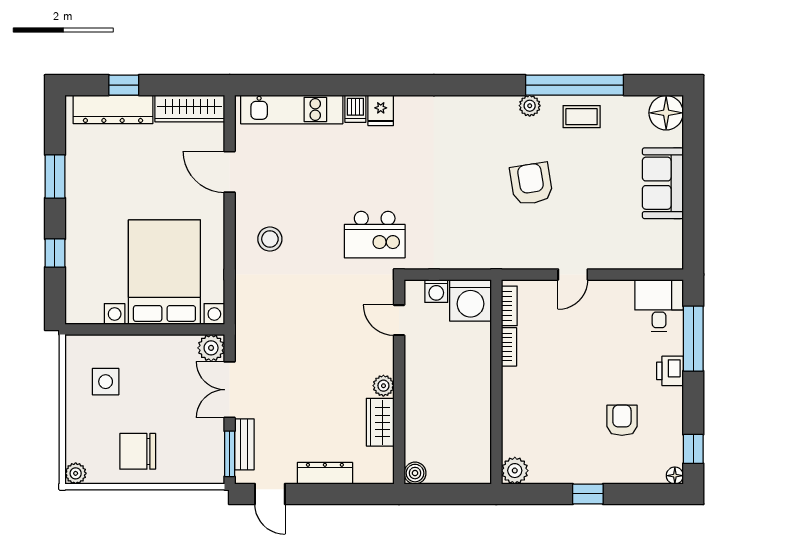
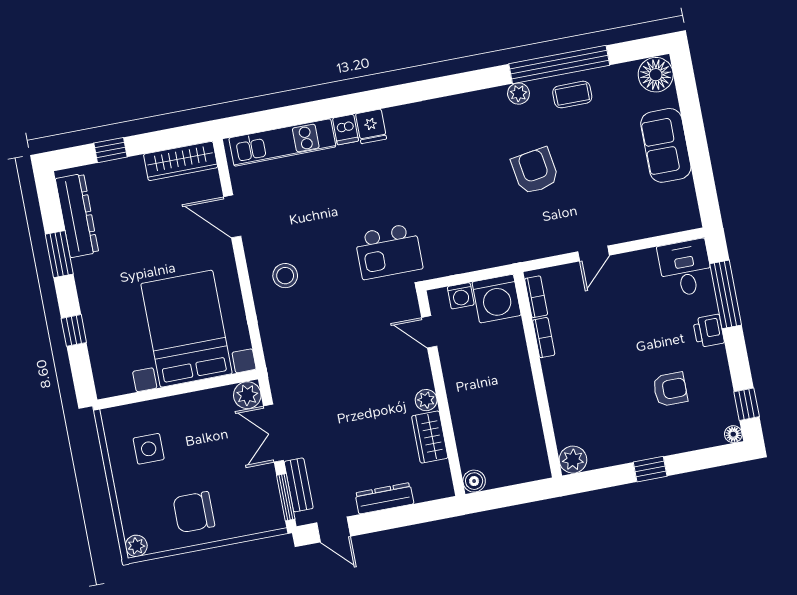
dresser: (113, 109) -> (77, 216), moved, turned -90
armchair: (622, 420) -> (670, 389), turned 90

